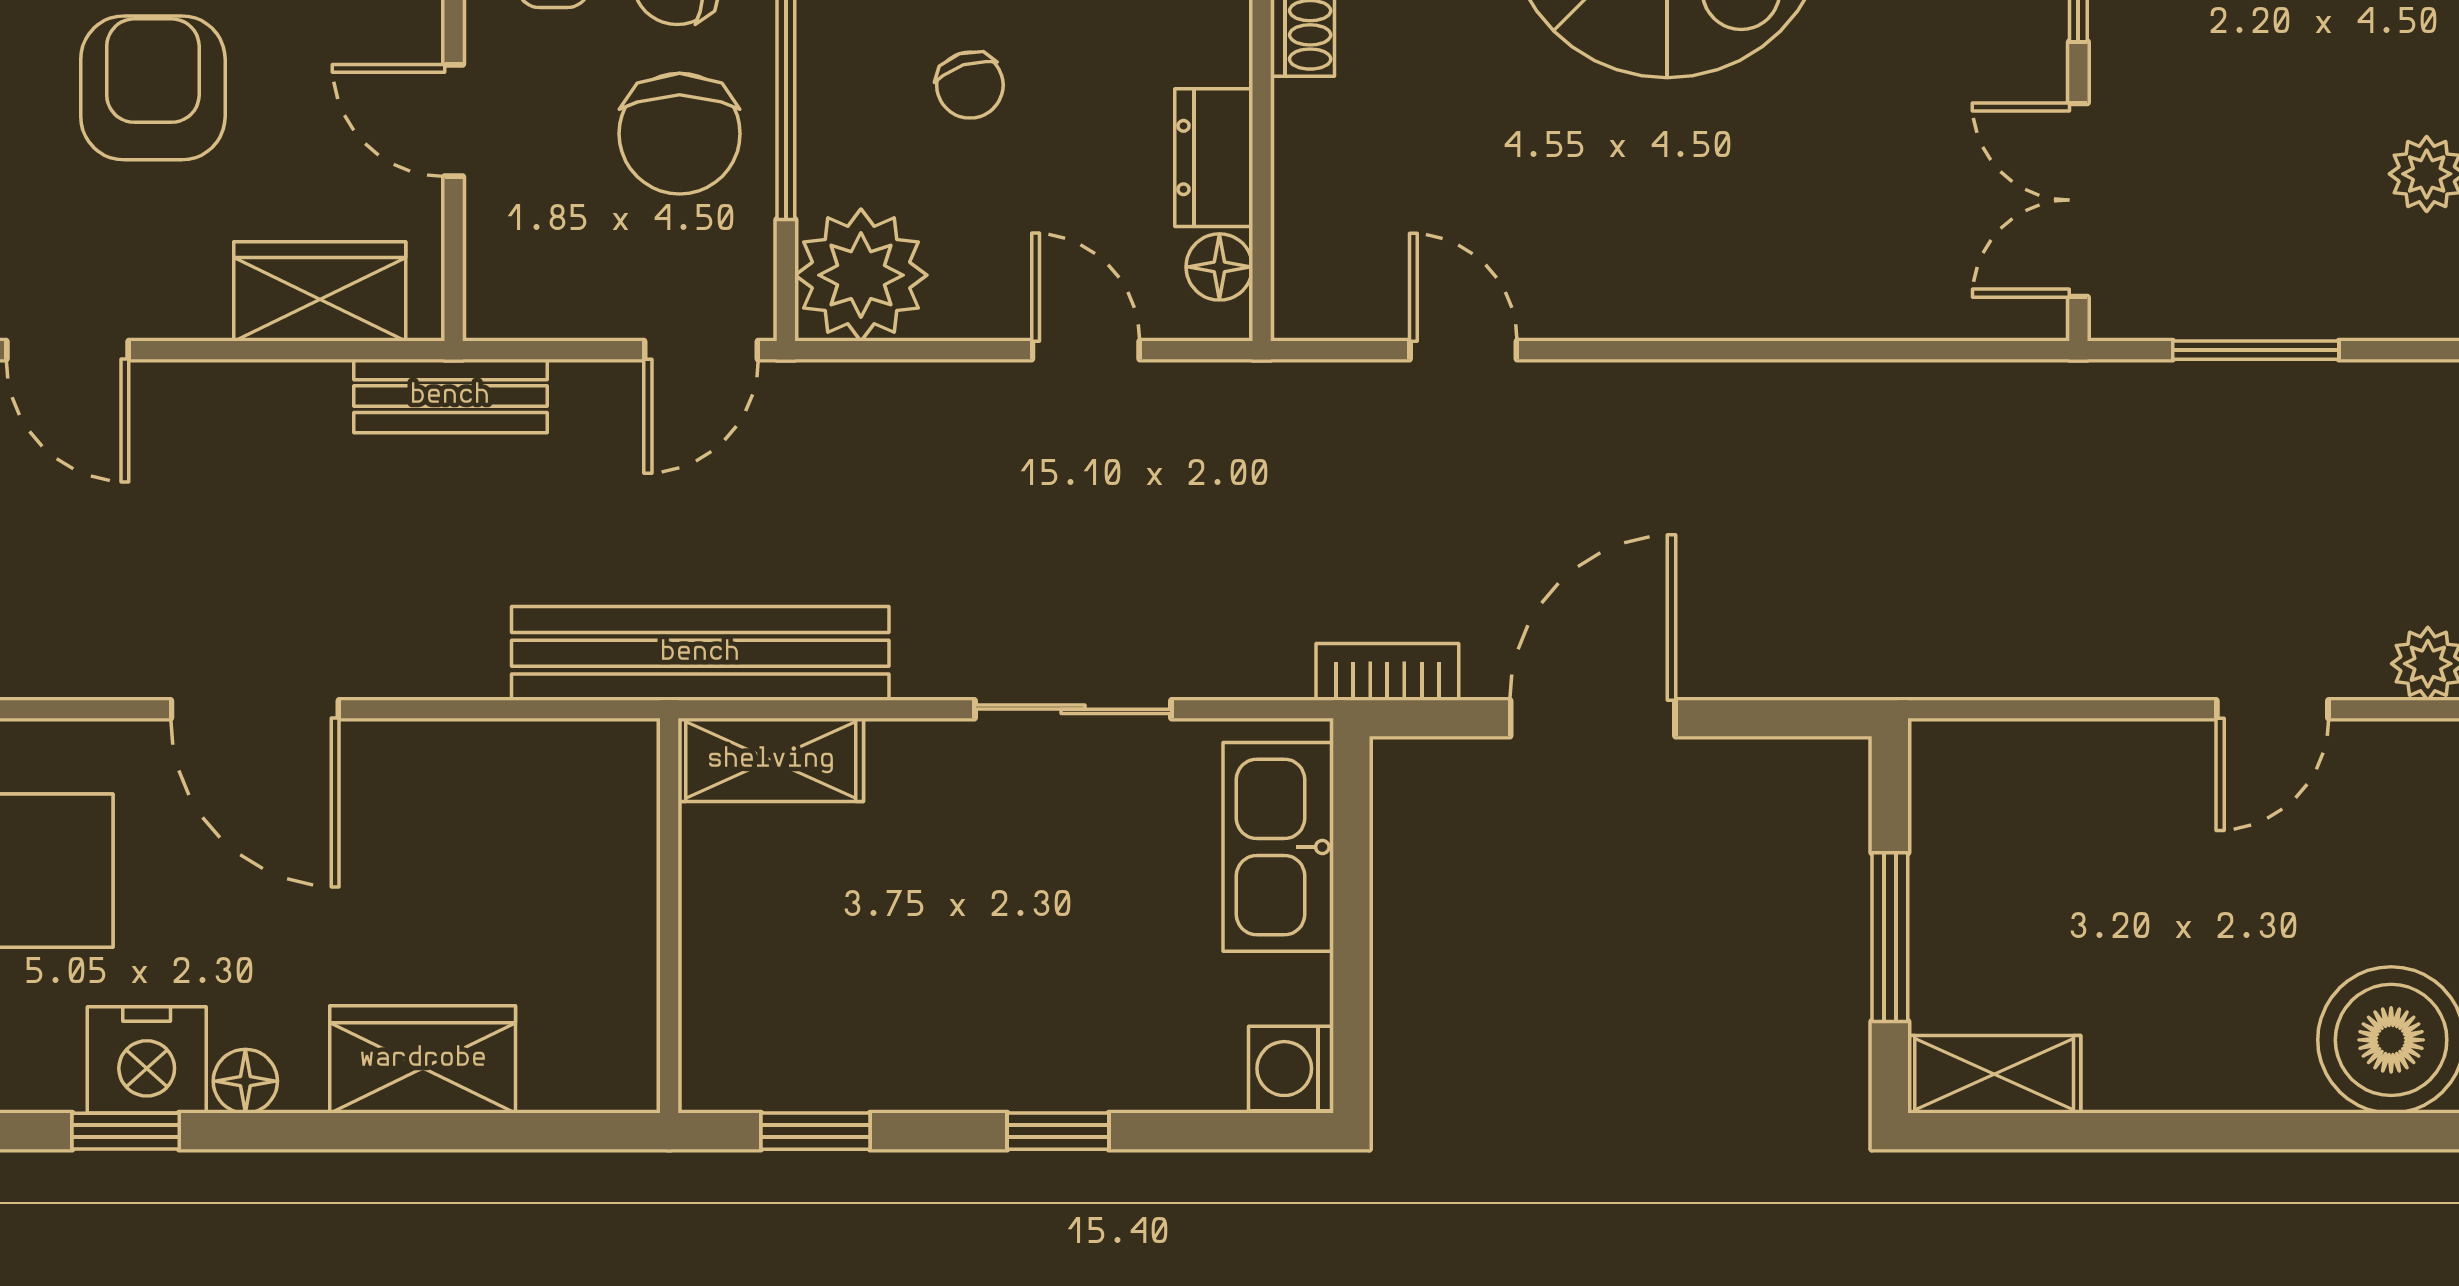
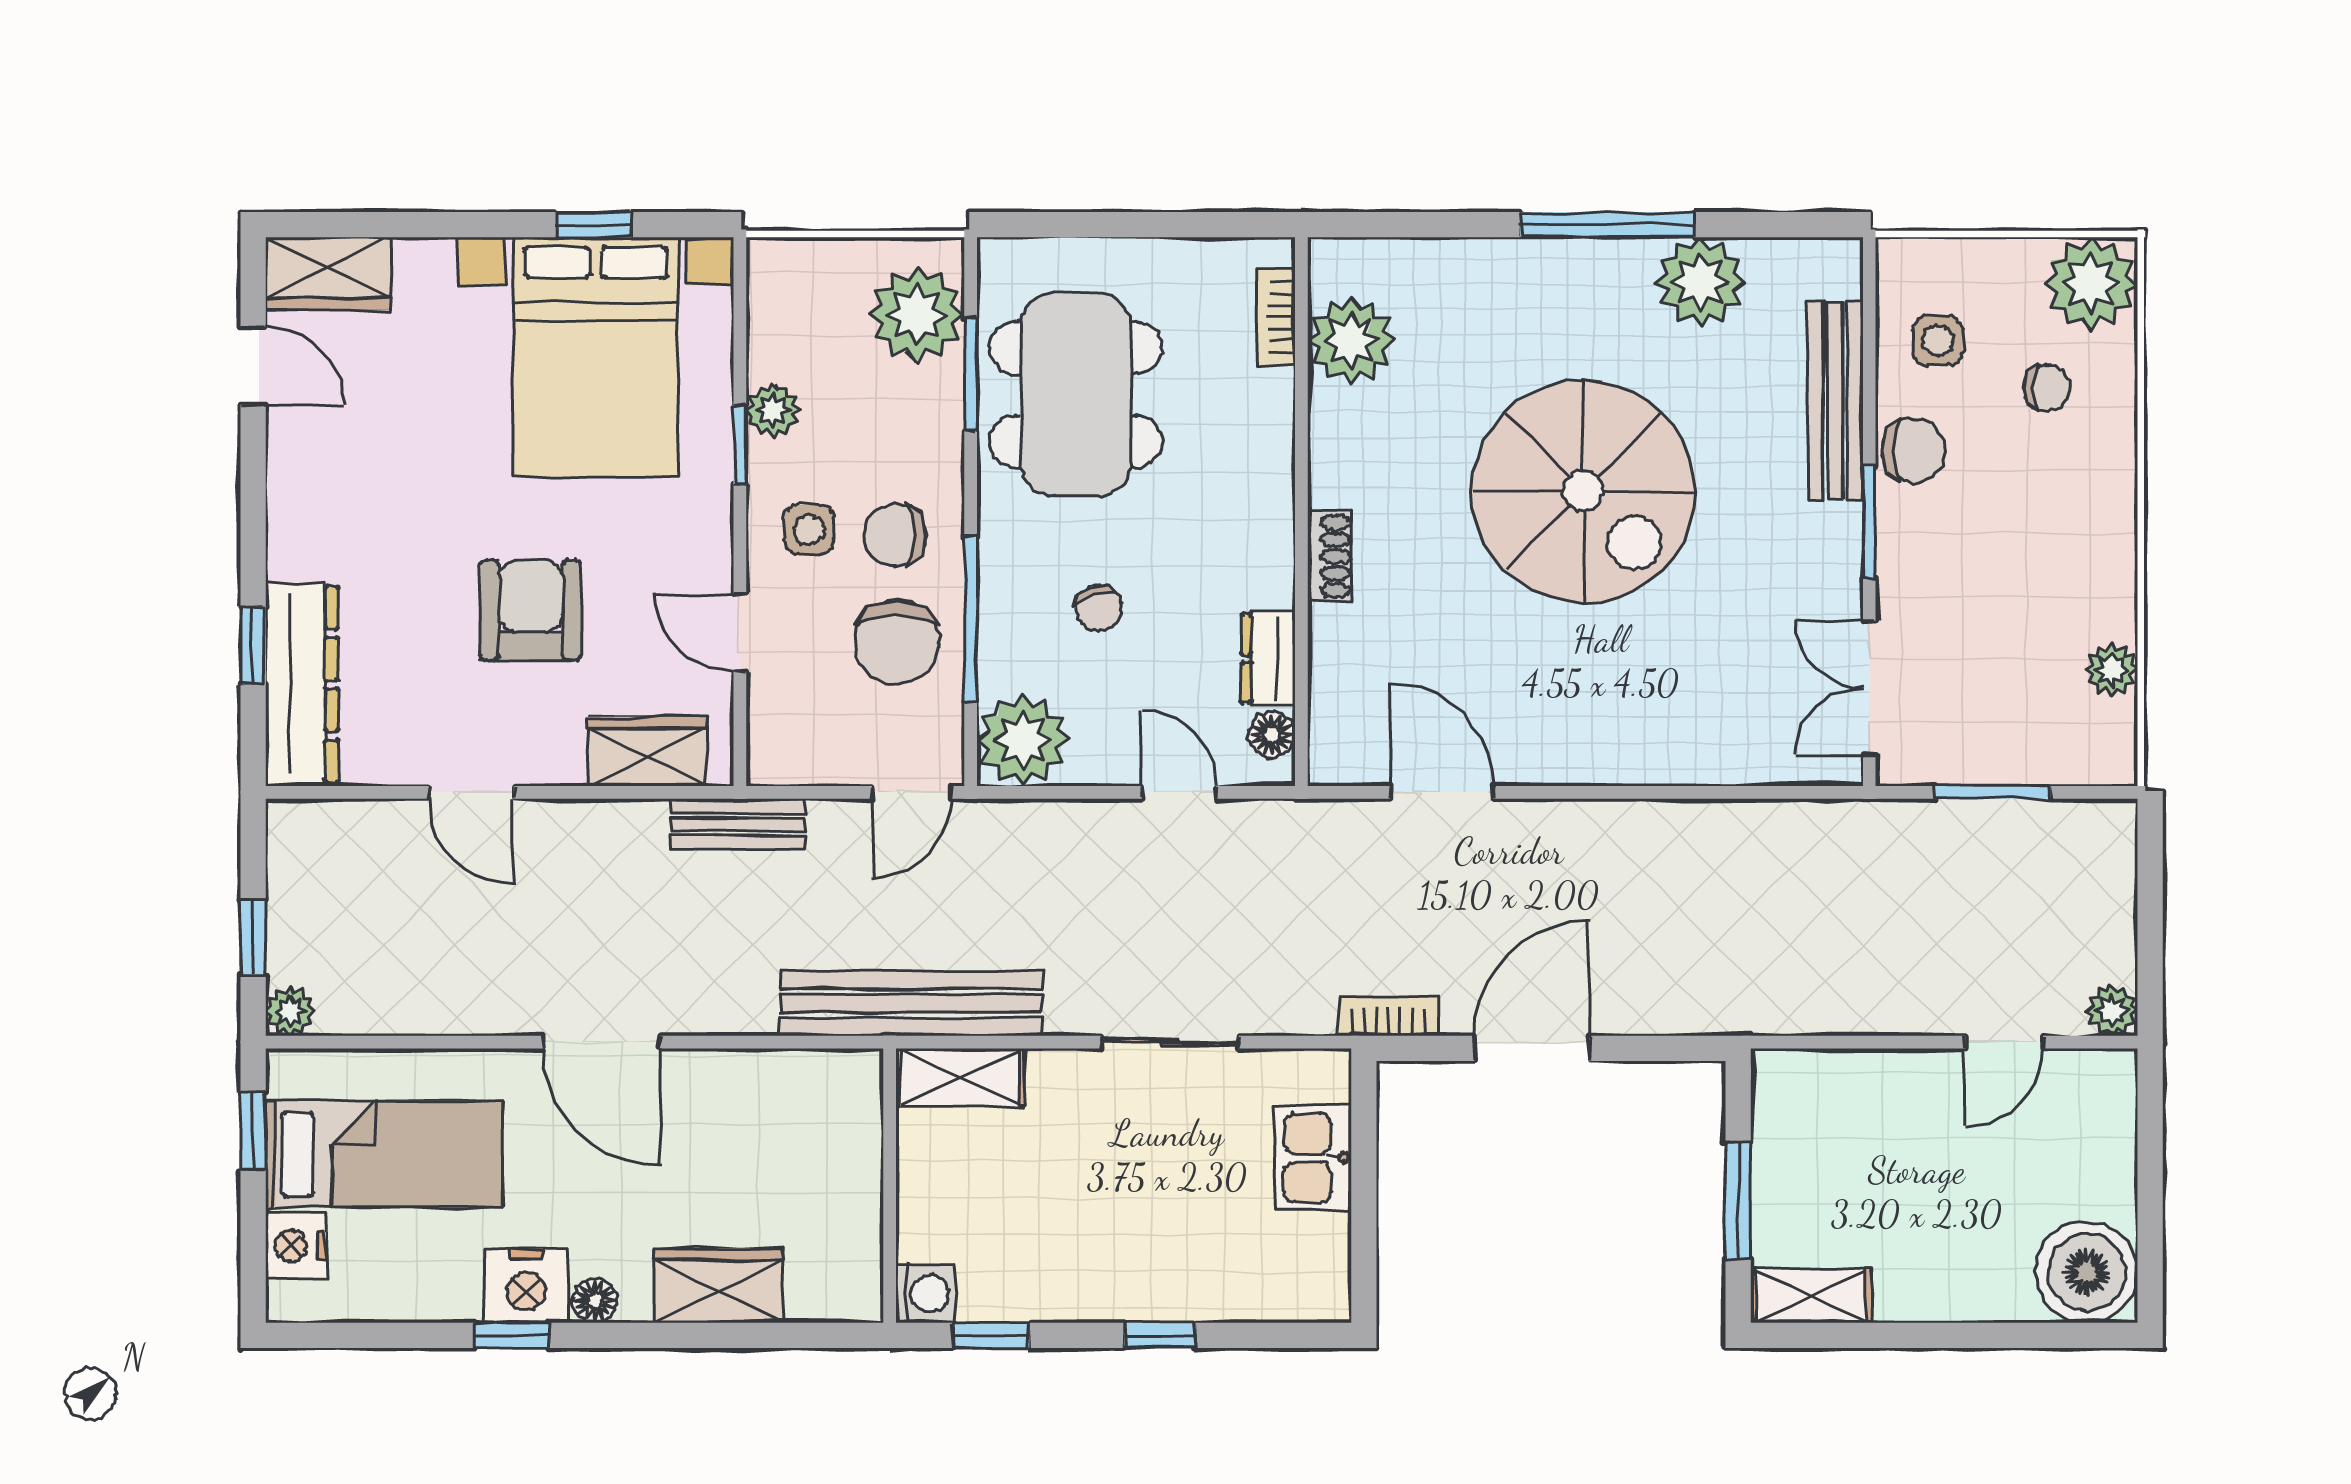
door: (1463, 350) -> (1442, 792), width x1.38
kitchen sink: (1278, 847) -> (1313, 1158), width x0.73
washing machine: (1291, 1069) -> (925, 1293), moved, turned 180

